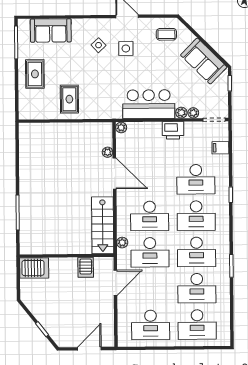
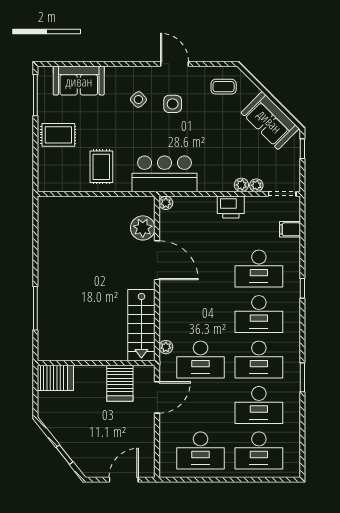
rug: (35, 74) -> (58, 135), turned 90
bar counter: (149, 104) -> (164, 174), moved
plant: (107, 152) -> (143, 228), width x1.88, depth x1.88
desk: (150, 216) -> (201, 314), removed
server rack: (86, 267) -> (120, 383), width x1.36, depth x1.44

